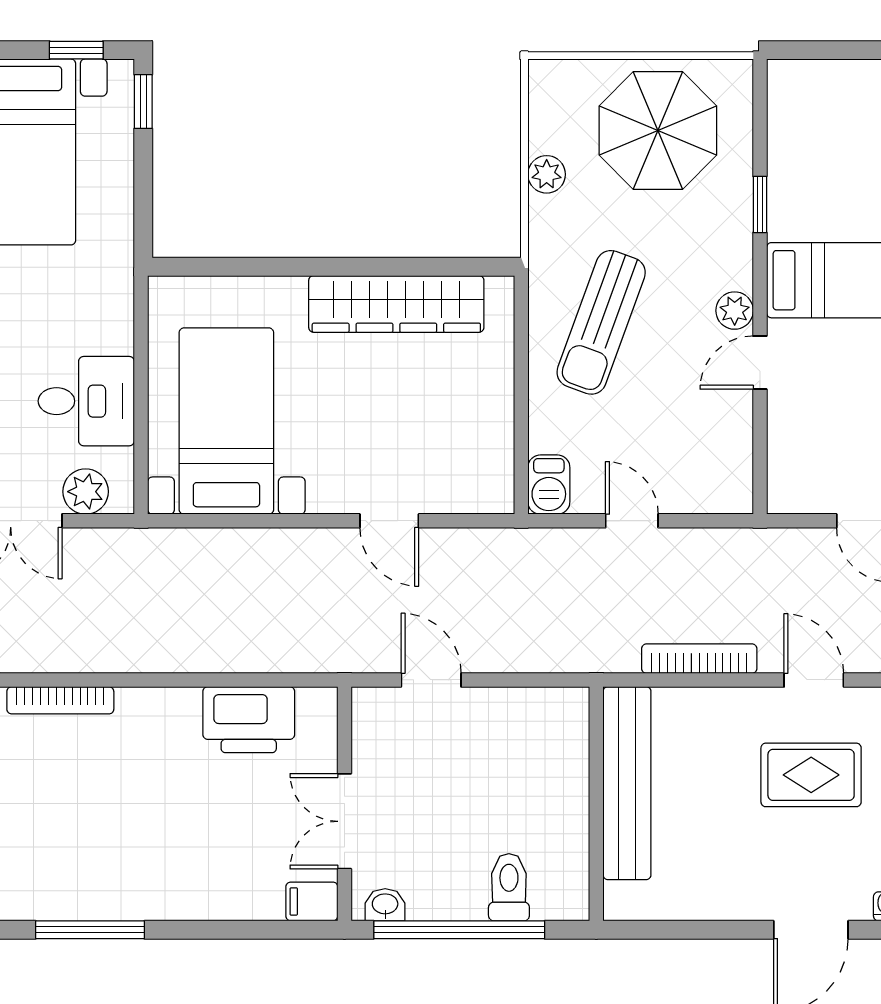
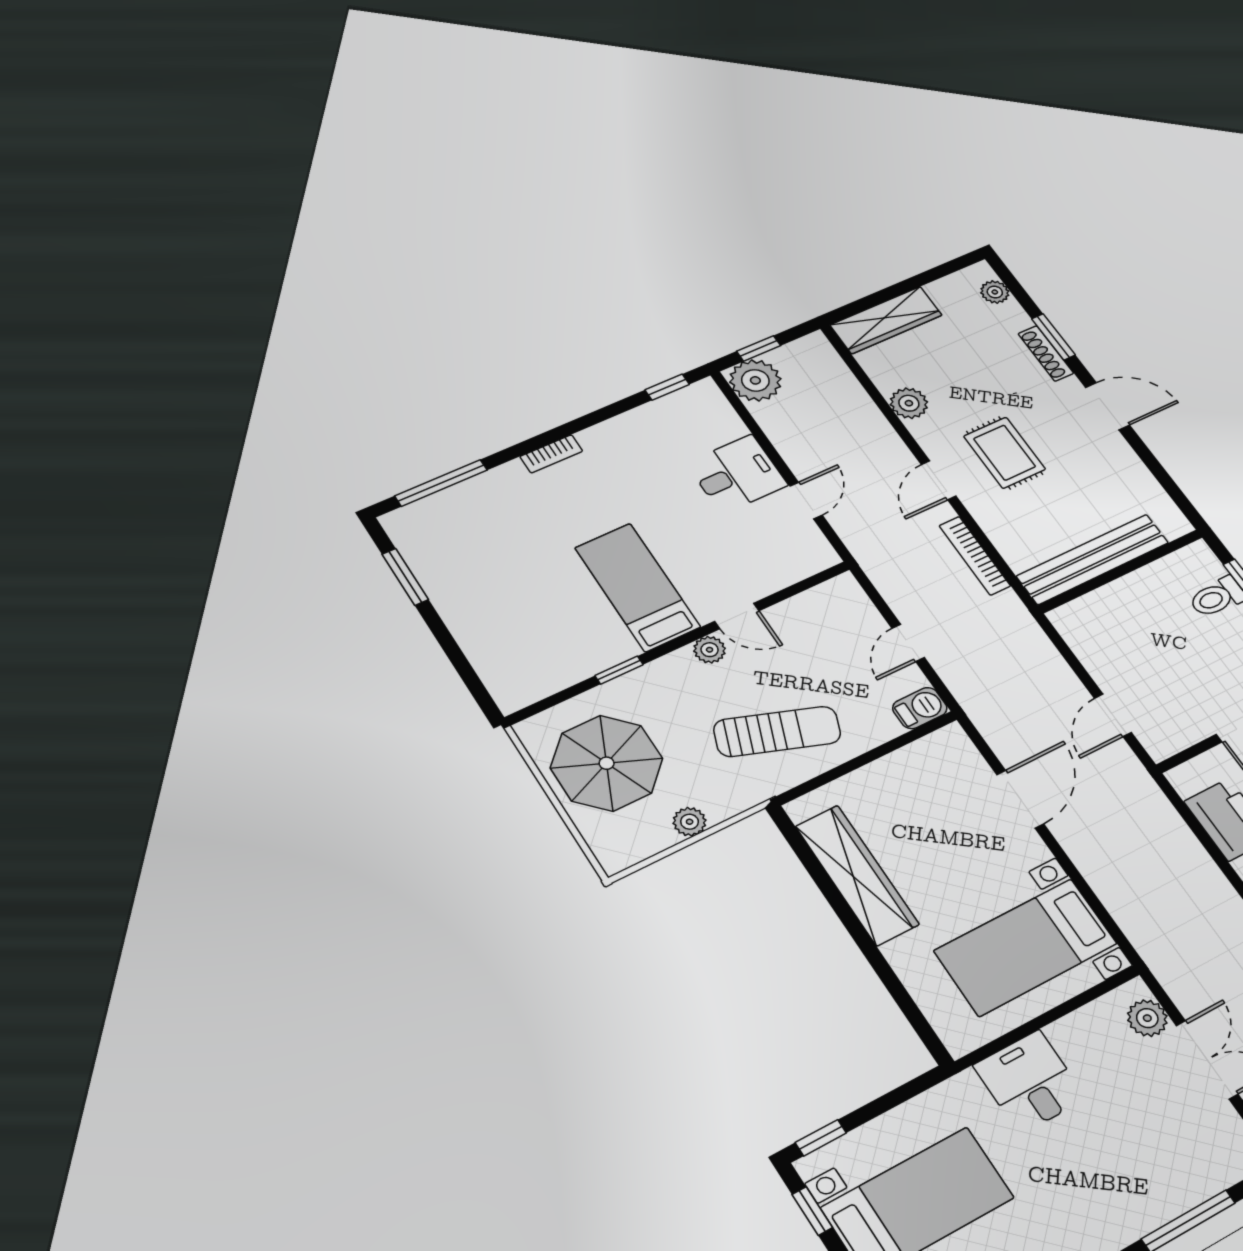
desk: (86, 401) -> (1030, 1082), moved
door: (389, 521) -> (1020, 799), width x1.38

